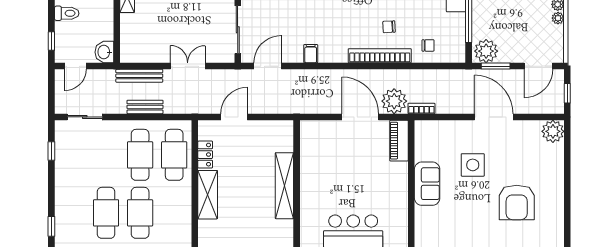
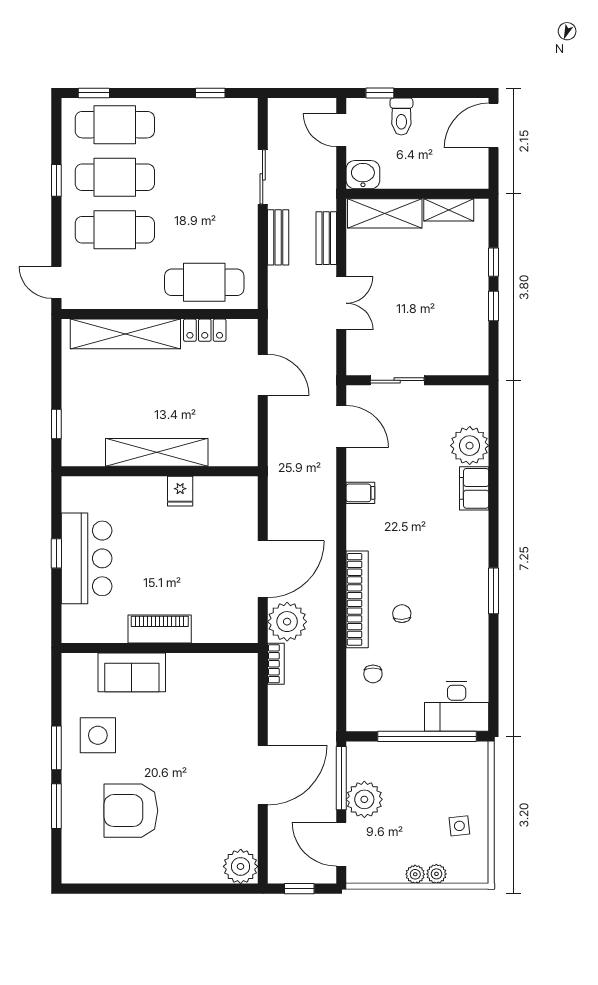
toilet: (67, 13) -> (401, 117), moved
sliding door: (238, 30) -> (397, 380), width x0.73
shelving: (129, 38) -> (385, 213), added
plant: (486, 51) -> (364, 799), moved
window: (496, 66) -> (341, 778), width x1.44
bench: (139, 76) -> (326, 238), width x0.73
sliding door: (85, 117) -> (263, 177), moved
piano: (399, 141) -> (160, 629), moved
cafe table: (140, 155) -> (115, 125), moved
side table: (473, 165) -> (98, 735), moved
fridge: (310, 171) -> (180, 491), added
sofa: (427, 184) -> (132, 672), moved
shelving: (208, 195) -> (125, 334), width x1.47

